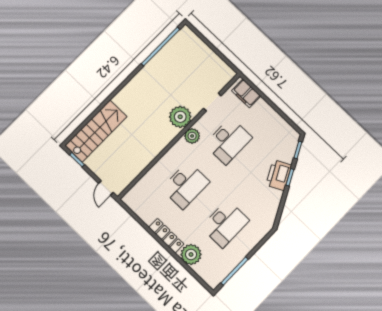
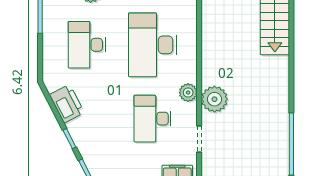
printer: (279, 175) -> (67, 104), moved
desk: (186, 185) -> (153, 45), width x1.36, depth x1.30

